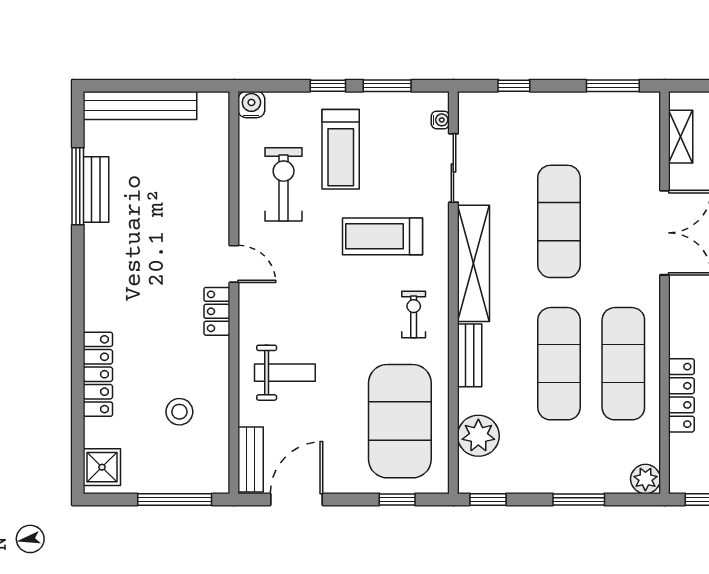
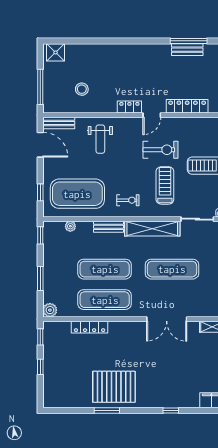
exercise bike: (284, 184) -> (161, 150), moved
locker: (98, 374) -> (187, 106), moved, turned 180
plant: (478, 436) -> (70, 226), width x0.53, depth x0.53

